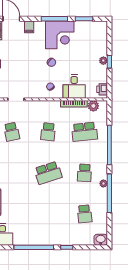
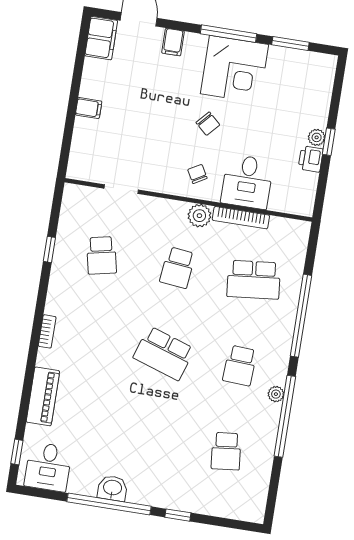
printer: (102, 89) -> (311, 159), moved
plant: (93, 106) -> (199, 216), moved
school desk: (48, 173) -> (164, 353), turned 36
washbasin: (101, 240) -> (112, 488), moved

